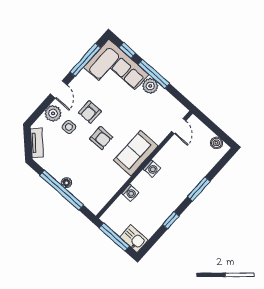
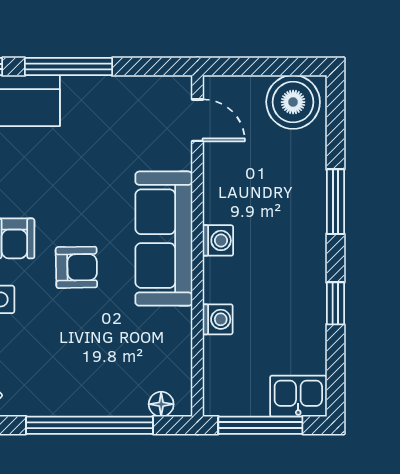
plant: (150, 86) -> (81, 94), removed
boiler: (217, 143) -> (293, 102), width x1.86, depth x1.86
sofa: (136, 153) -> (164, 239), width x1.36
floor lamp: (66, 183) -> (161, 404), moved

